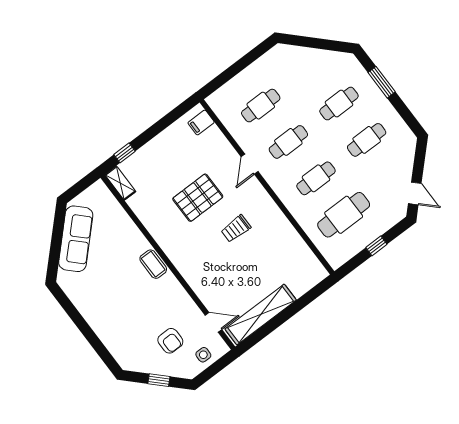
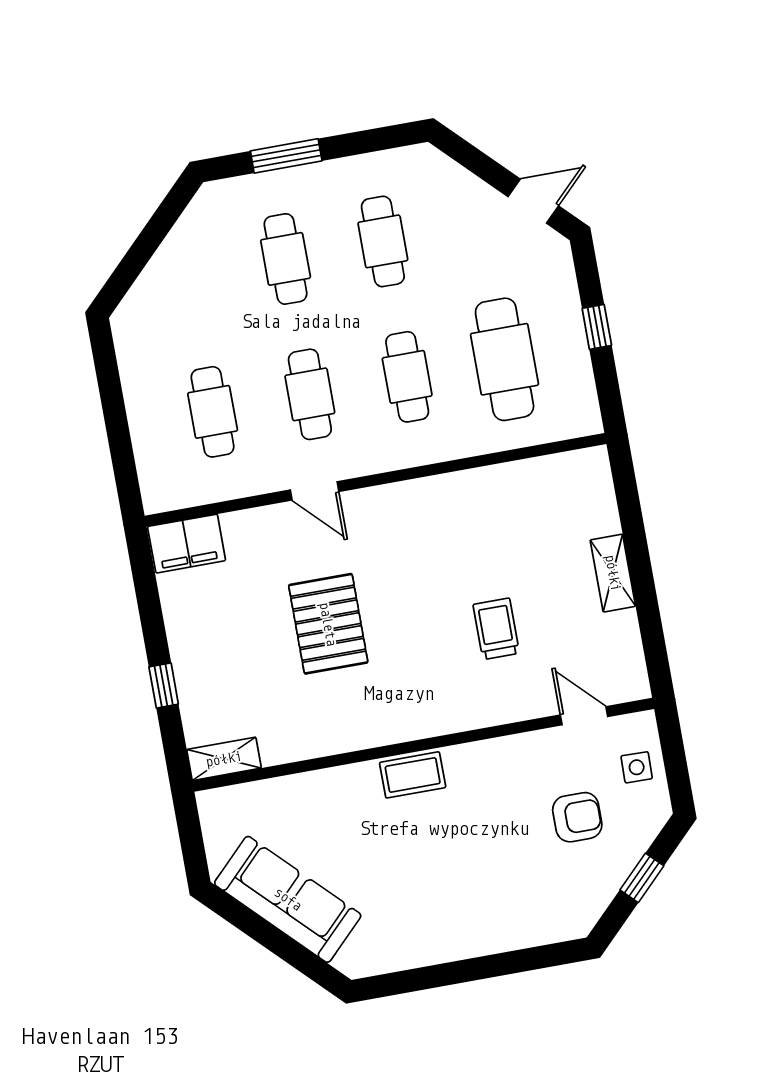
filing cabinet: (201, 123) -> (187, 544), width x2.00
window: (125, 153) -> (164, 686), moved
trolley: (236, 229) -> (496, 629), moved, turned 180
shelving: (261, 315) -> (613, 573), width x0.45, depth x0.75
door: (214, 322) -> (584, 716), hinge flipped

